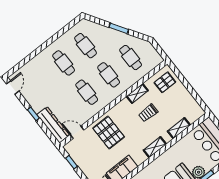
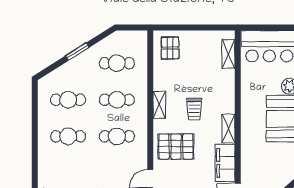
shelving: (137, 94) -> (159, 105), moved
trolley: (148, 113) -> (194, 109), moved
shelving: (179, 128) -> (228, 54), moved
shelving: (155, 147) -> (228, 128), moved

